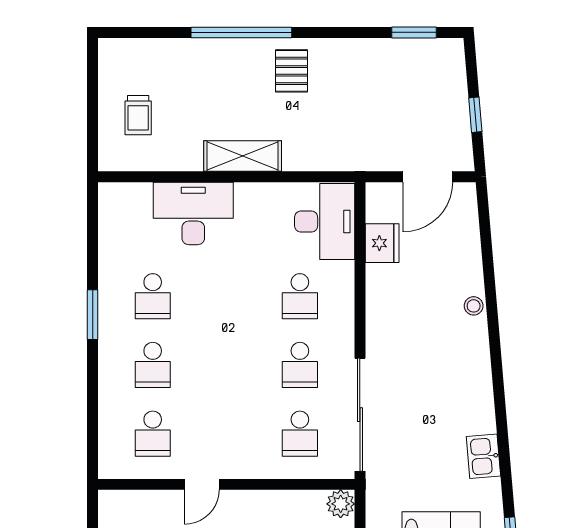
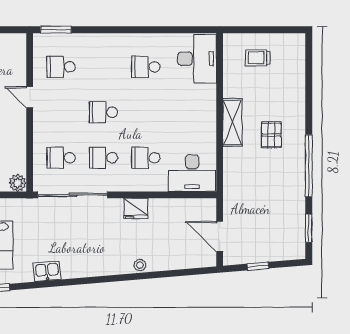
window: (241, 32) -> (309, 166), moved
pallet: (291, 71) -> (271, 135), moved, turned 90
desk: (193, 213) -> (197, 59), moved
fridge: (382, 243) -> (136, 209), moved
window: (93, 315) -> (56, 30), moved
school desk: (153, 365) -> (103, 112), moved

